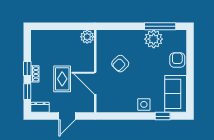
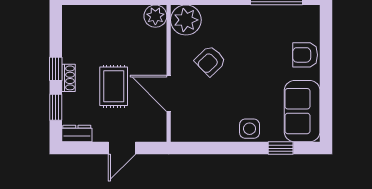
plant: (154, 39) -> (186, 20), moved
armchair: (177, 60) -> (305, 55), turned -90

